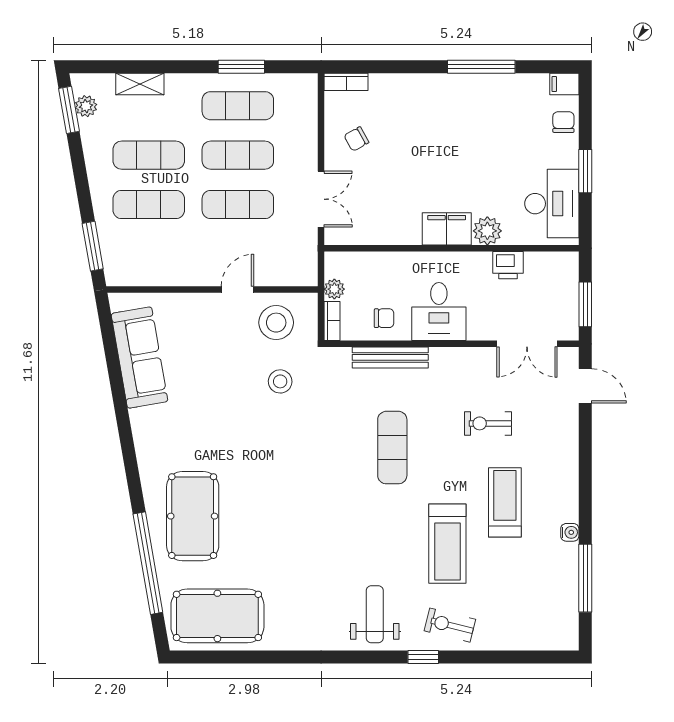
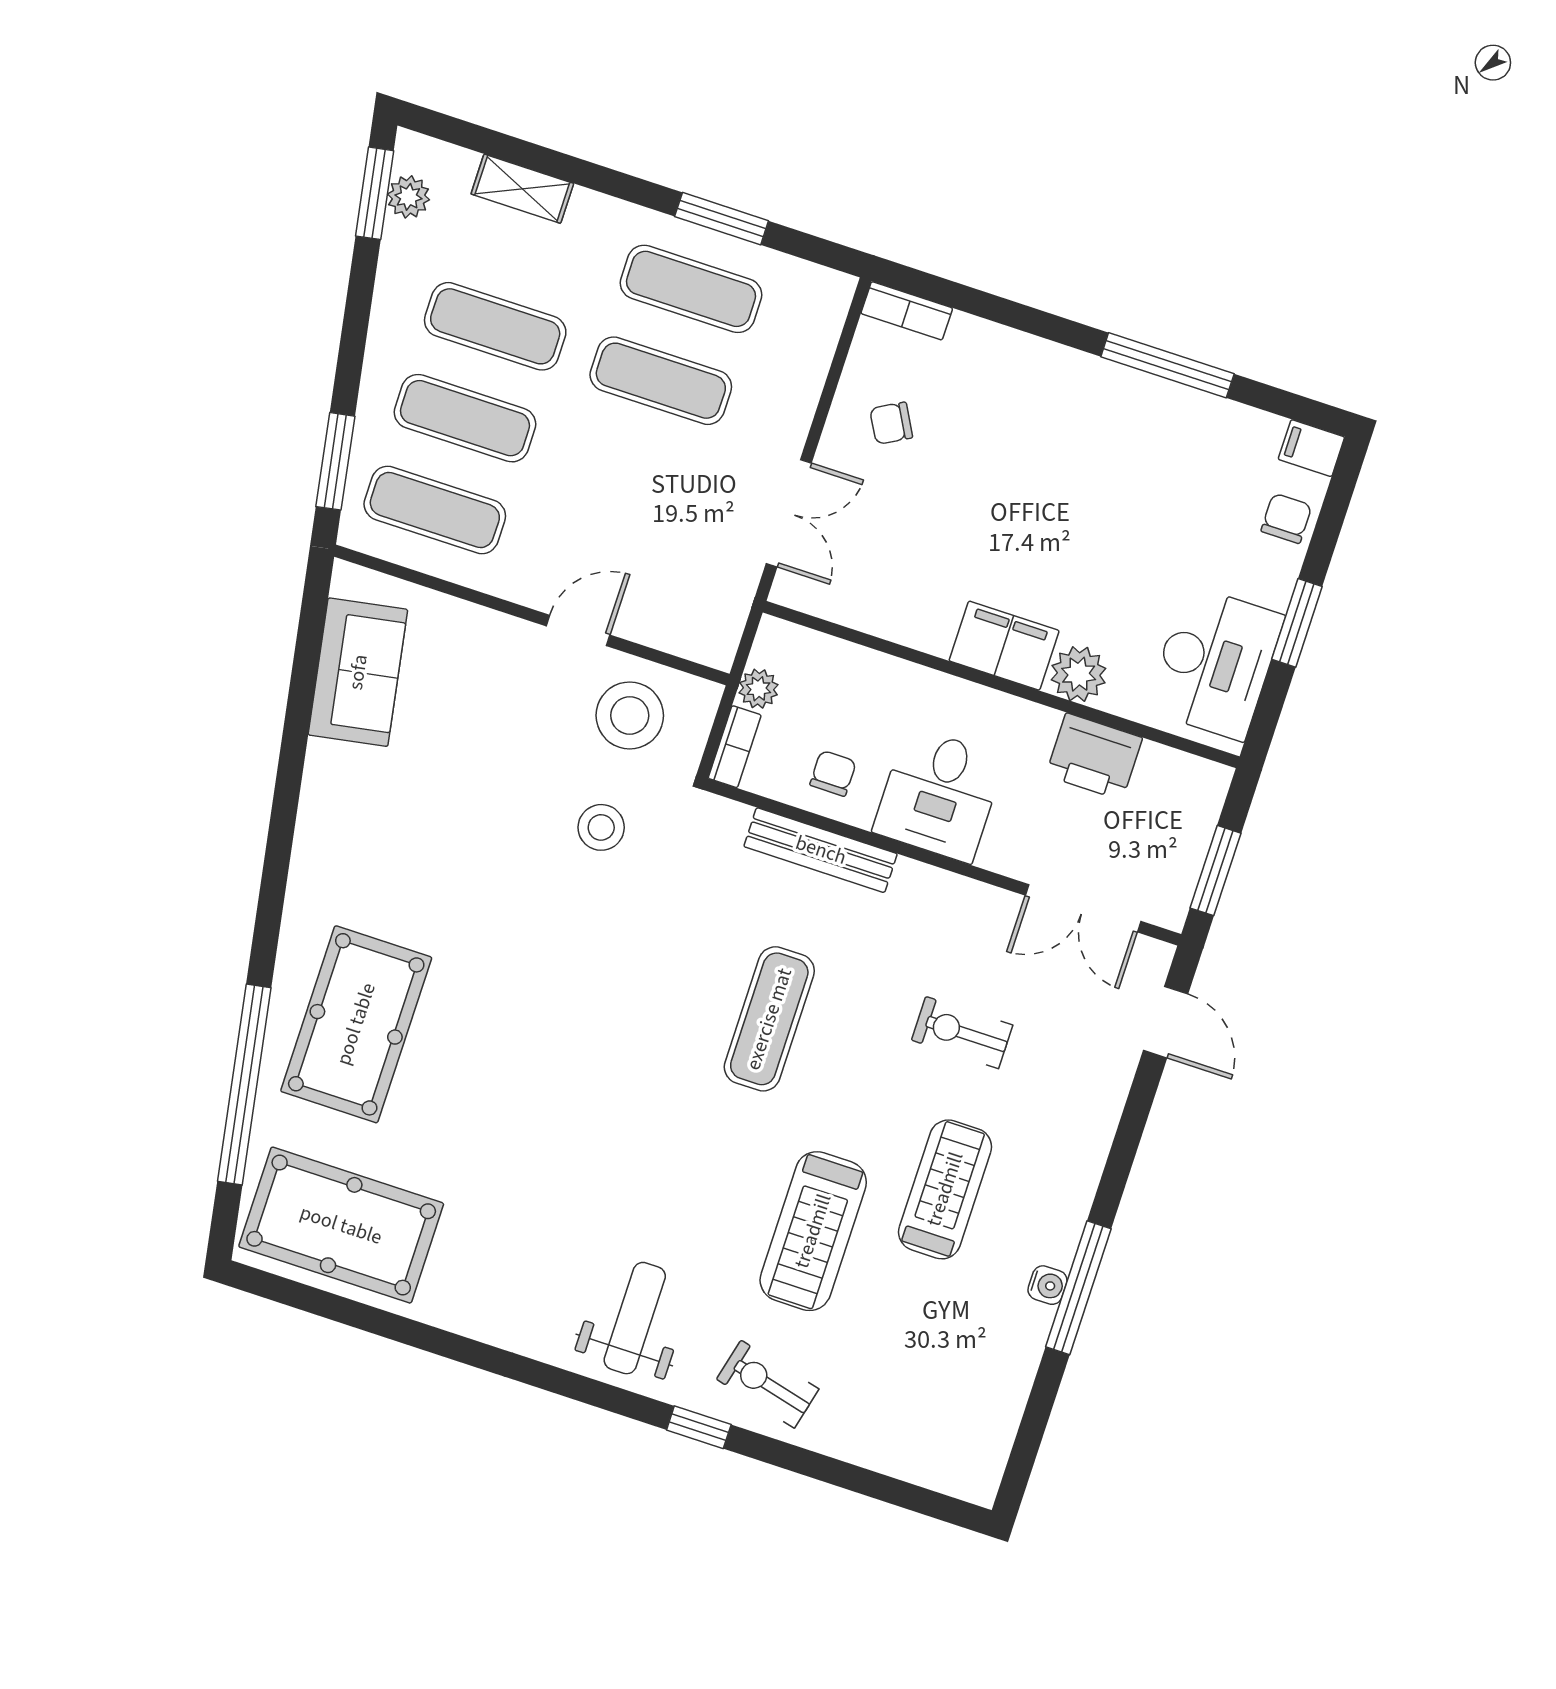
exercise mat: (238, 205) -> (435, 510), moved
printer: (508, 265) -> (1094, 757), width x1.36, depth x1.24
chair: (384, 318) -> (833, 773), turned -90
sofa: (139, 358) -> (358, 672), width x0.73
window: (585, 578) -> (1078, 1288), moved

